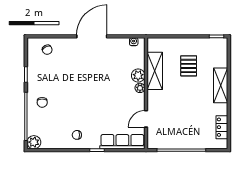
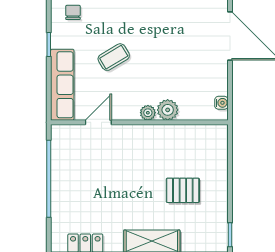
shelving: (155, 71) -> (175, 136), removed
coffee table: (105, 109) -> (114, 57), added
door: (146, 119) -> (98, 122), hinge flipped

